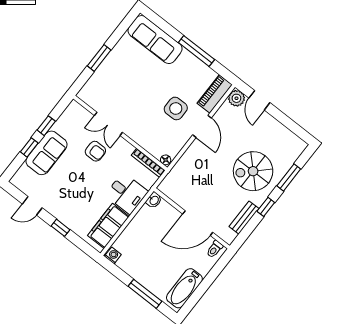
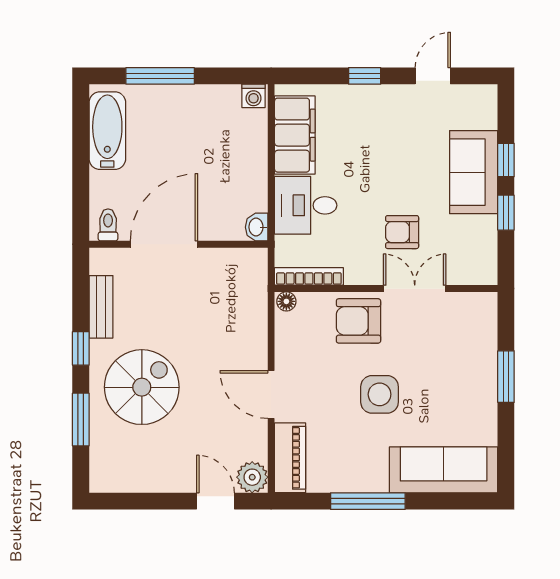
side table: (176, 108) -> (380, 394), moved
armchair: (142, 129) -> (358, 321), added

